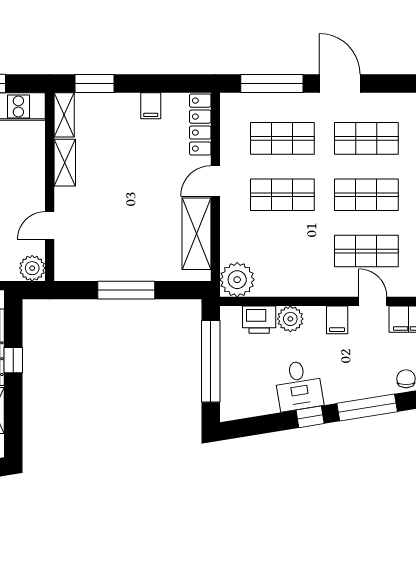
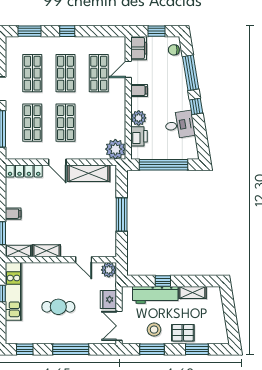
filing cabinet: (151, 106) -> (13, 214), moved
desk: (299, 385) -> (180, 125), moved

